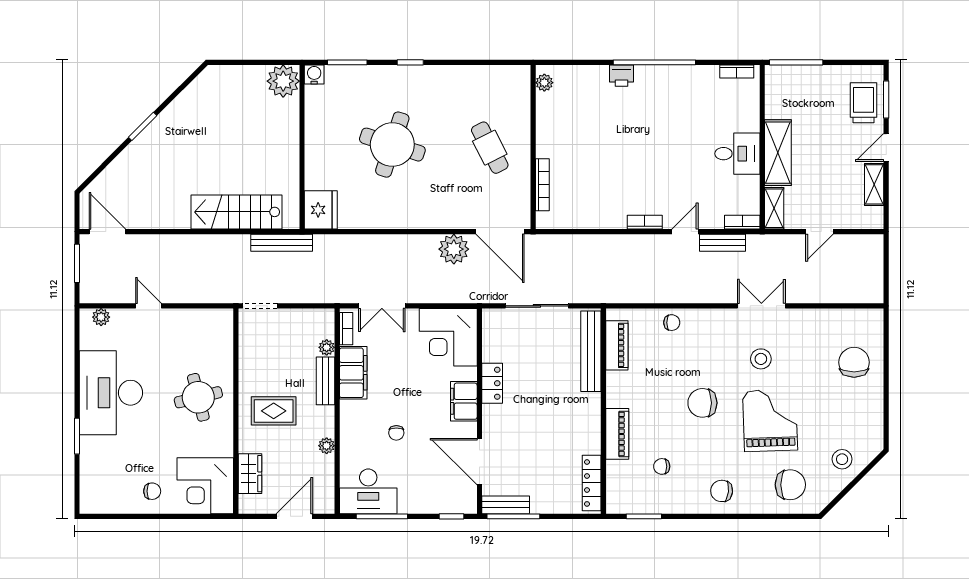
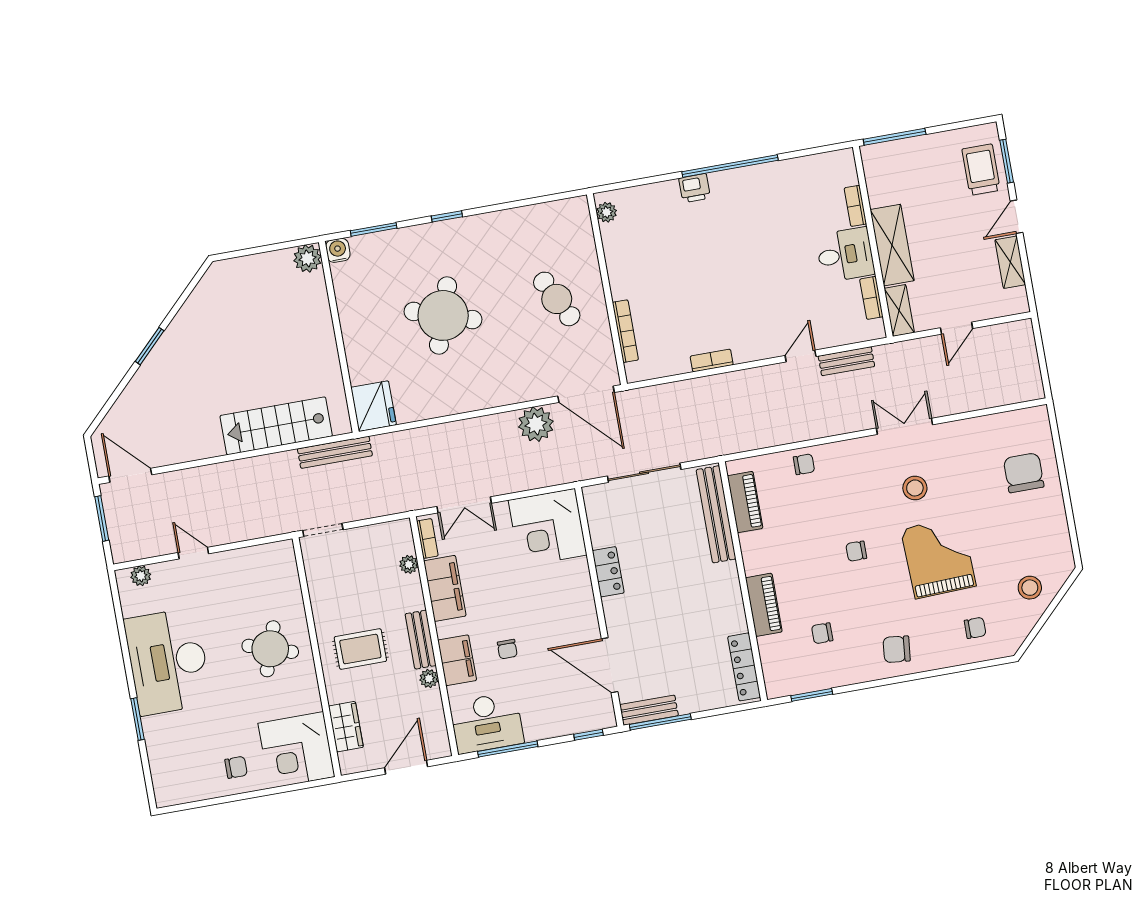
bookcase: (737, 72) -> (855, 206), moved, turned 90
plant: (283, 81) -> (307, 258), width x0.73, depth x0.73
bookcase: (645, 222) -> (712, 361), moved
bookcase: (742, 222) -> (871, 298), moved, turned -90
bench: (325, 381) -> (421, 640), moved
round table: (198, 397) -> (270, 649), turned 32
filing cabinet: (464, 401) -> (457, 660), moved, turned 180
chair: (702, 403) -> (856, 551), width x0.54, depth x0.54
chair: (790, 485) -> (975, 628), width x0.54, depth x0.54

